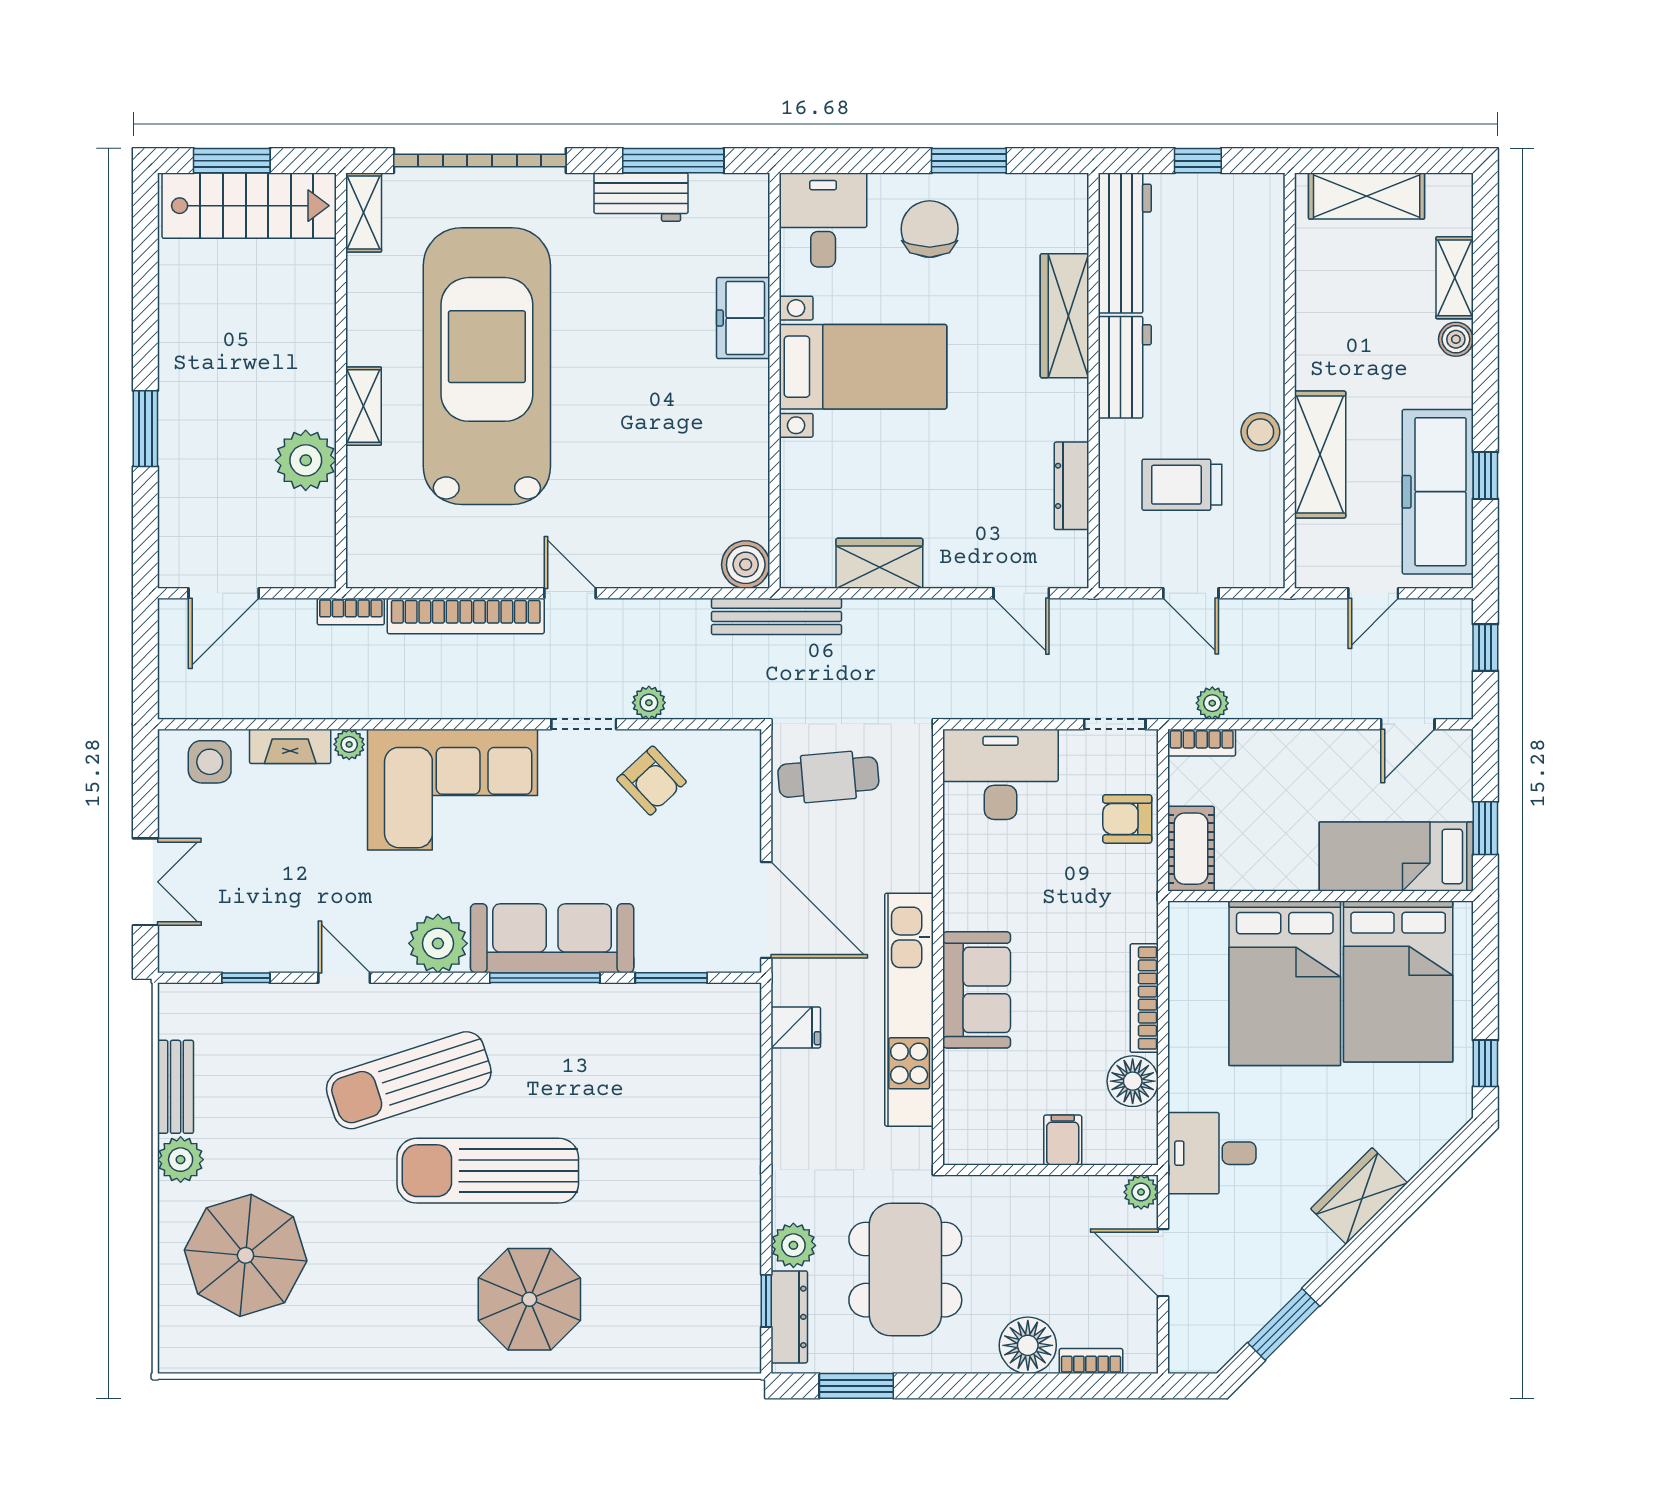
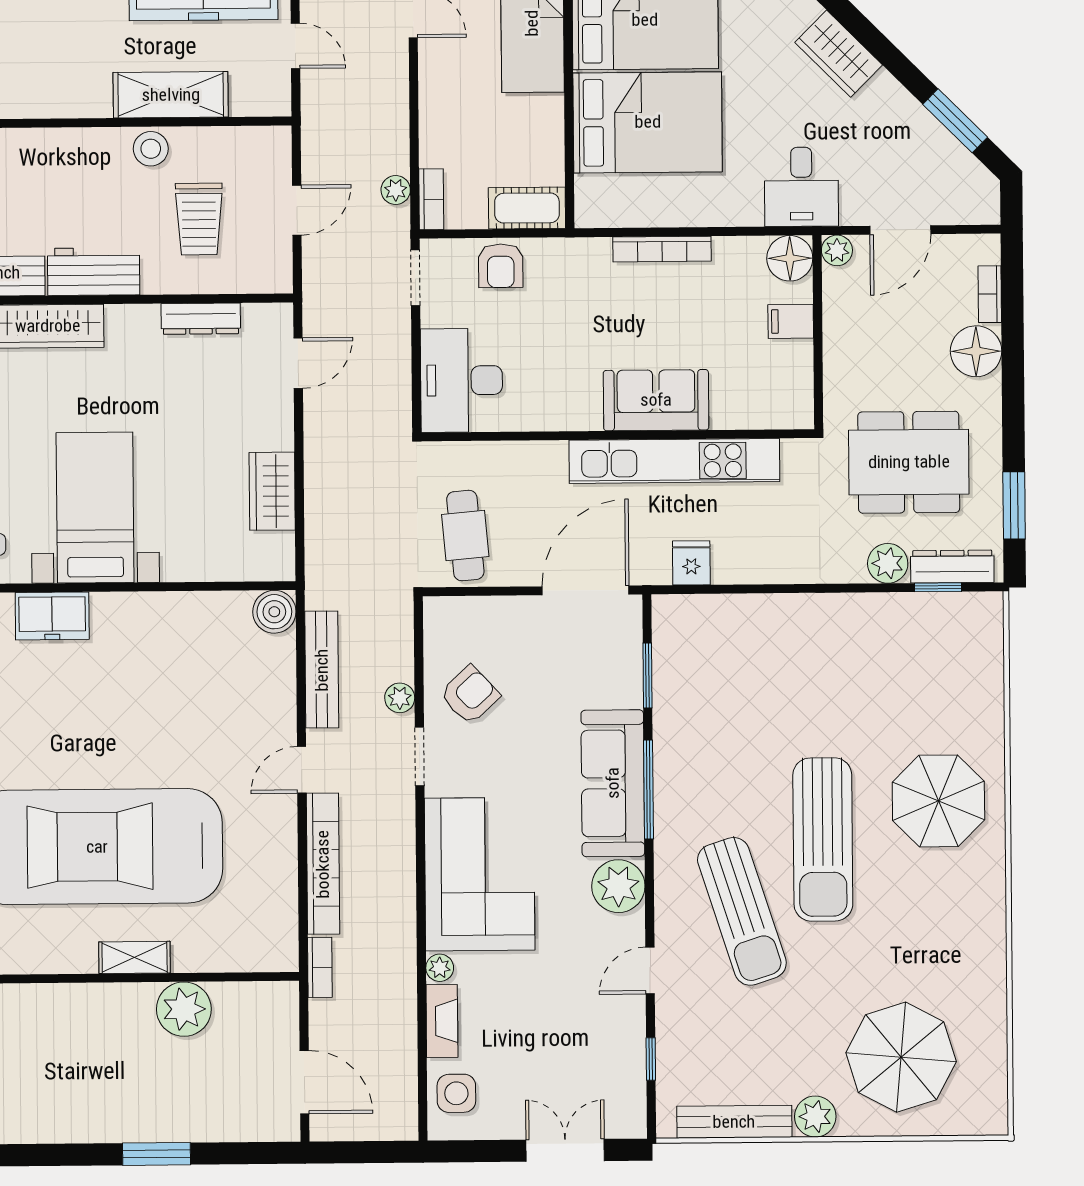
bench: (776, 616) -> (322, 670), moved
floor lamp: (1133, 1081) -> (790, 258), moved
bench: (176, 1087) -> (734, 1122), width x1.36

